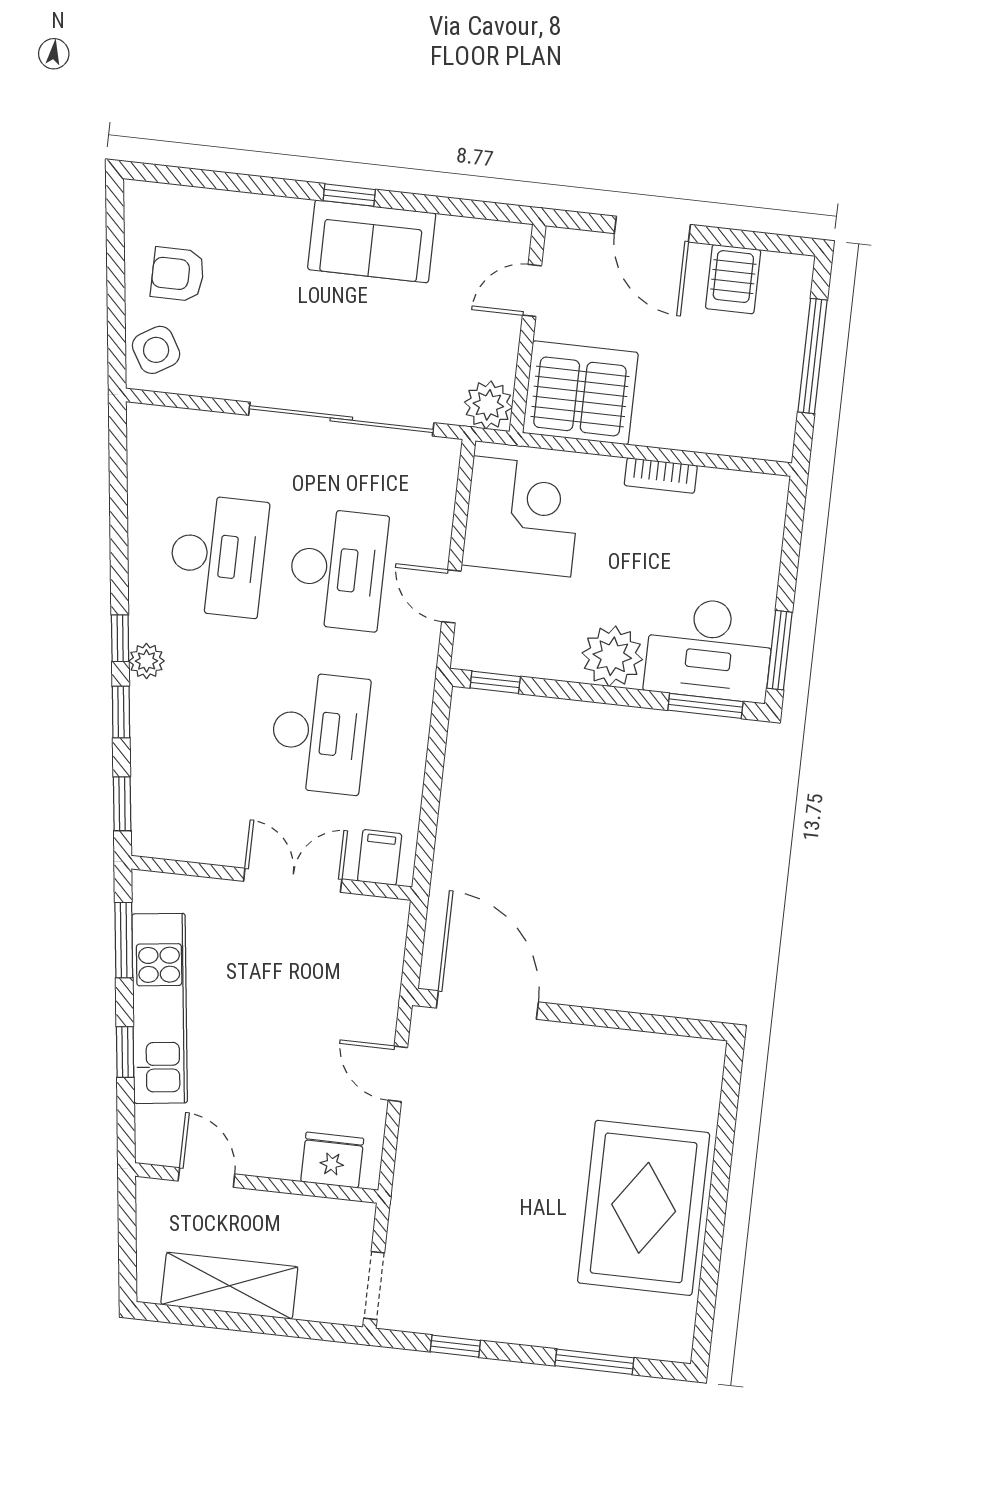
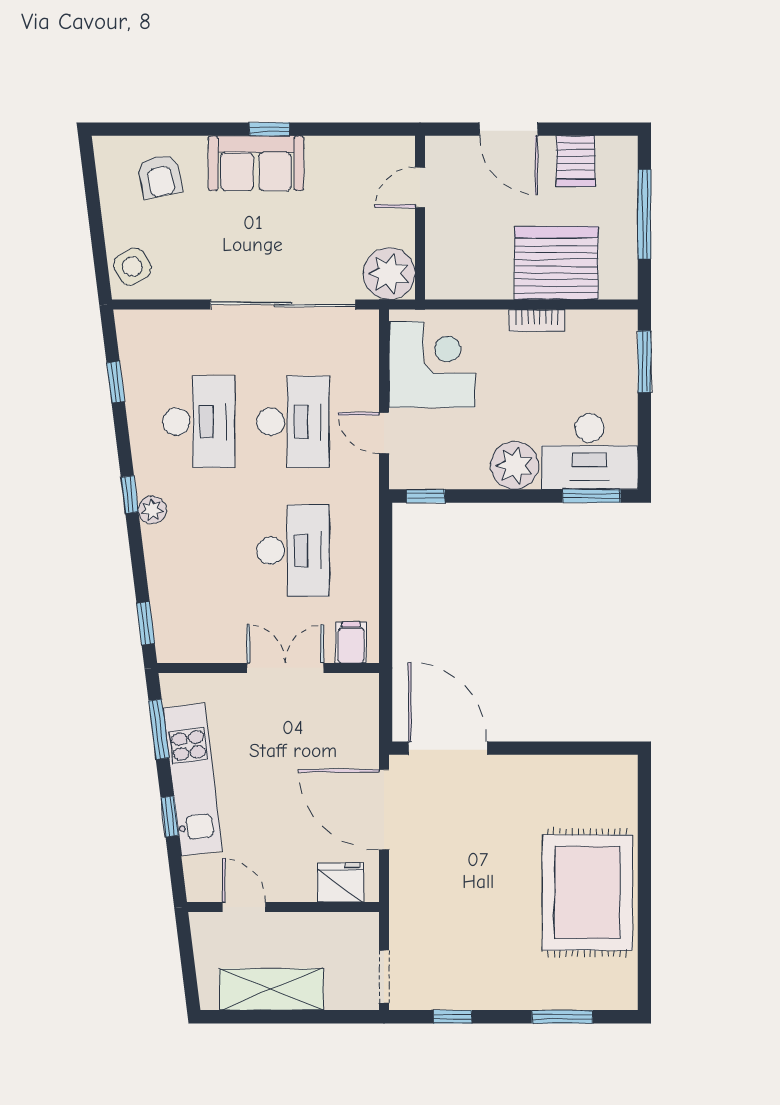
sofa: (372, 241) -> (256, 163), moved
armchair: (178, 274) -> (160, 176), moved, turned -101
server rack: (580, 393) -> (556, 263), moved
plant: (488, 405) -> (389, 274), width x1.36, depth x1.36
window: (780, 650) -> (644, 361), moved
window: (121, 712) -> (116, 382), moved
door: (398, 1074) -> (384, 810), width x1.87

